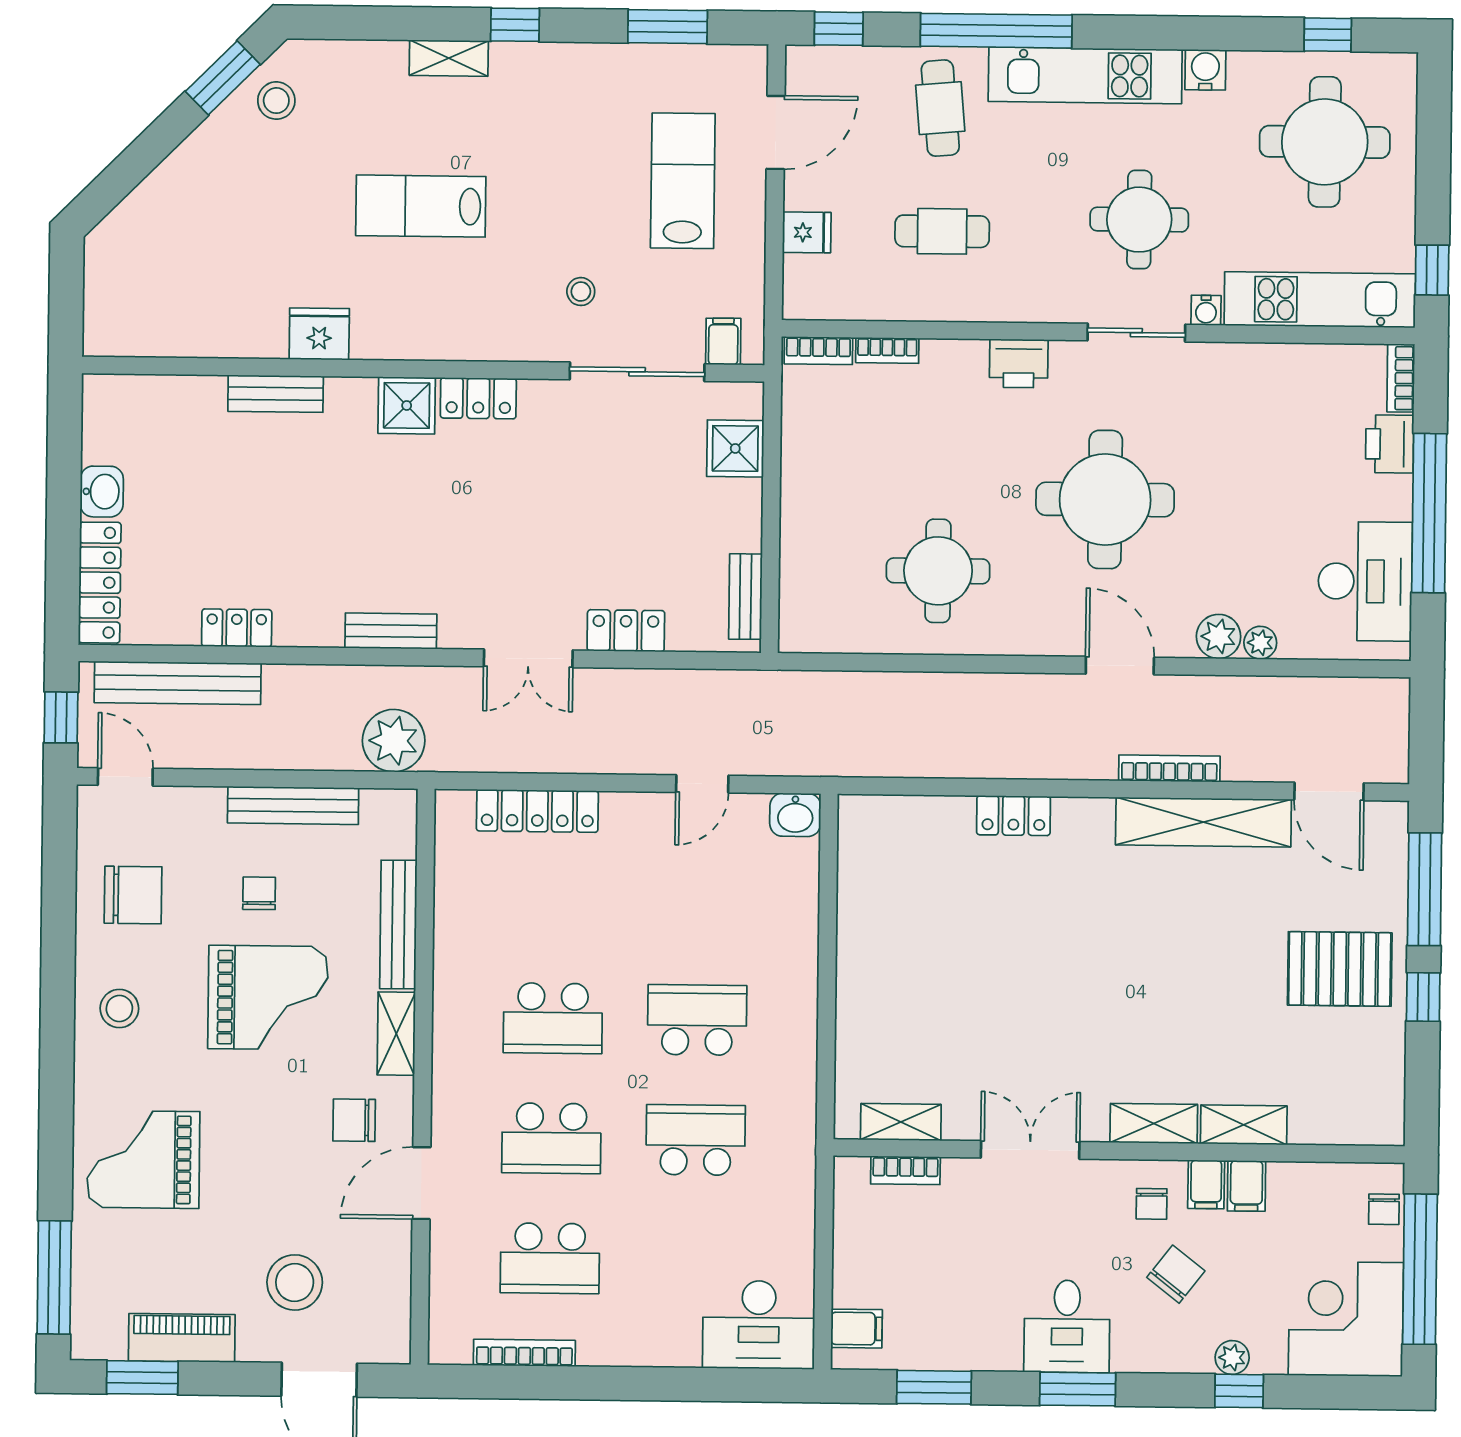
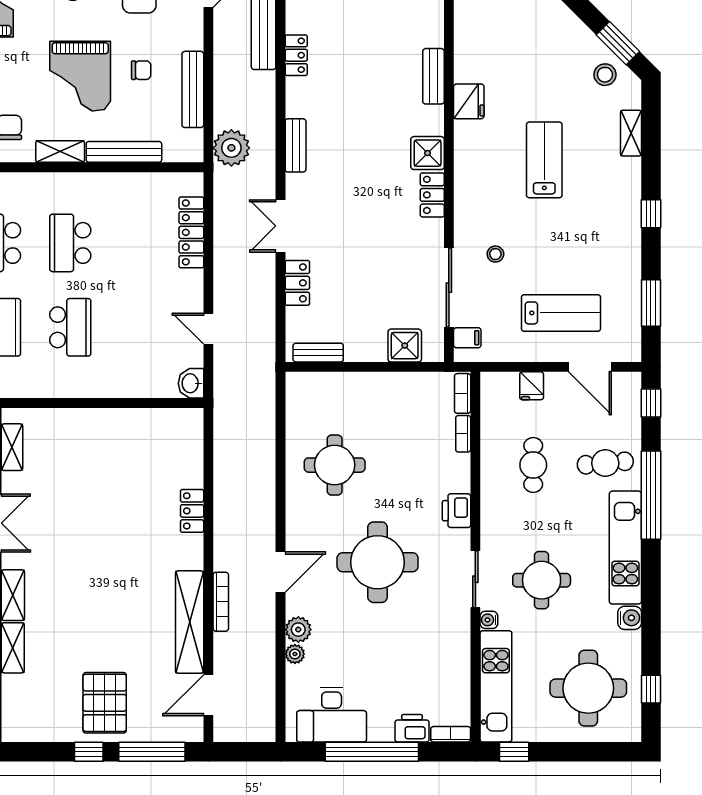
shelving: (449, 58) -> (631, 133), moved

